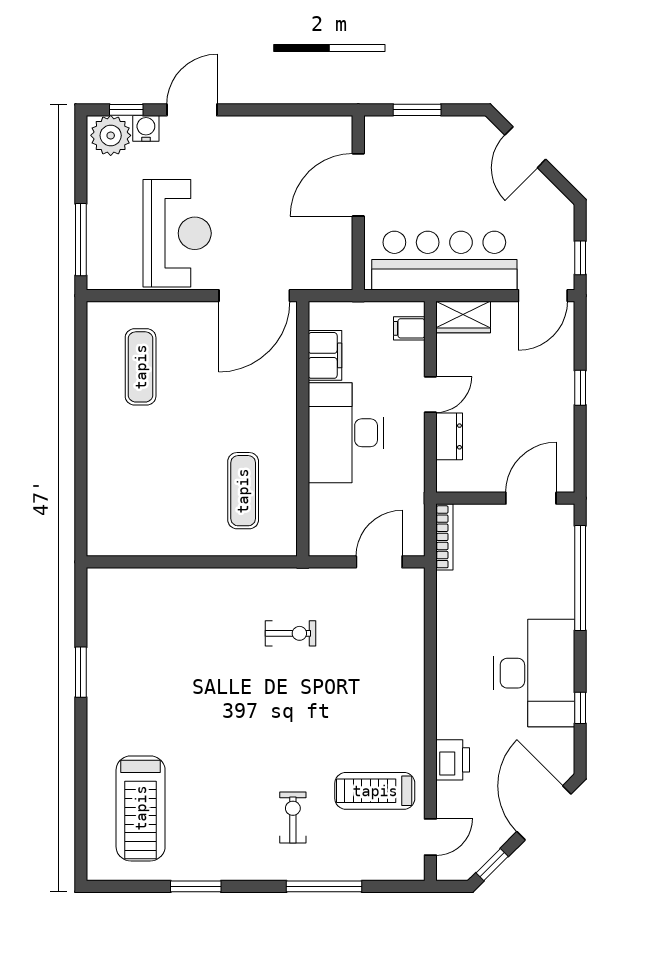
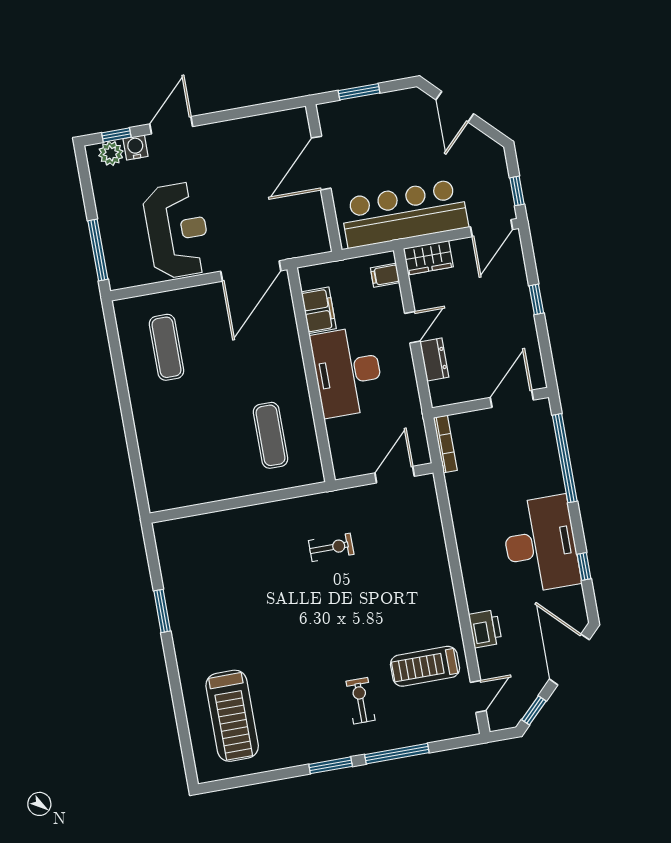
plant: (111, 135) -> (111, 153), width x0.73, depth x0.73
window: (196, 886) -> (331, 765), moved

